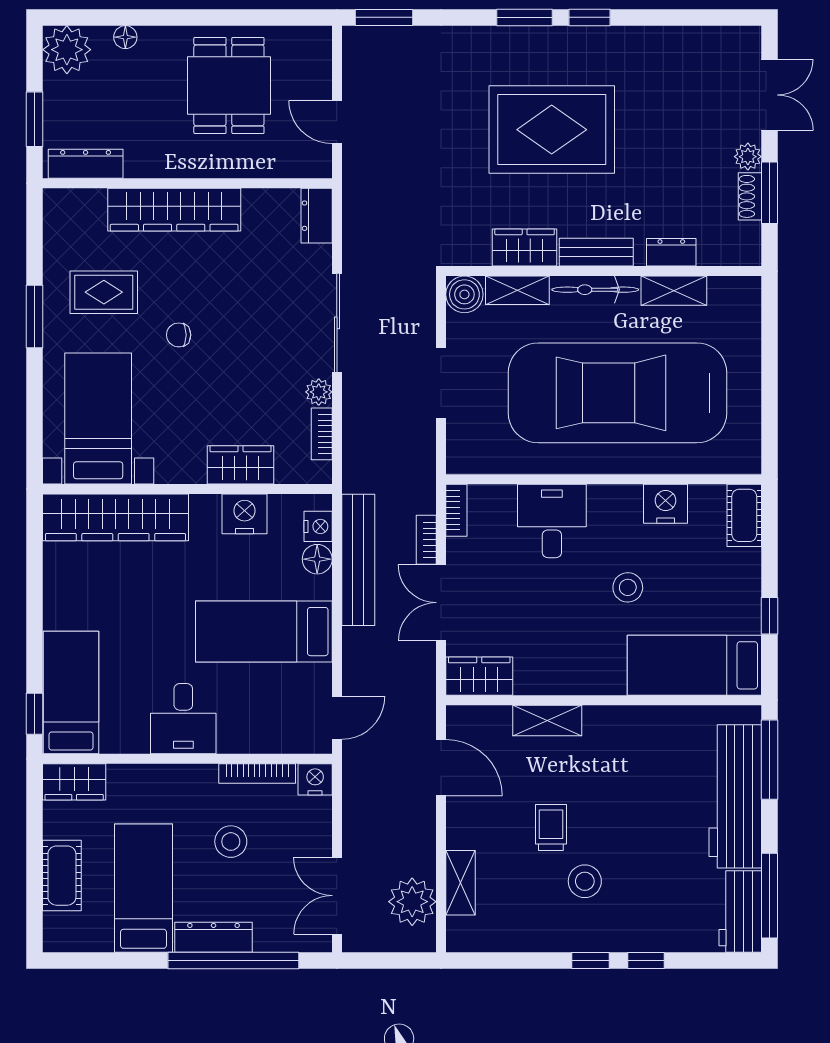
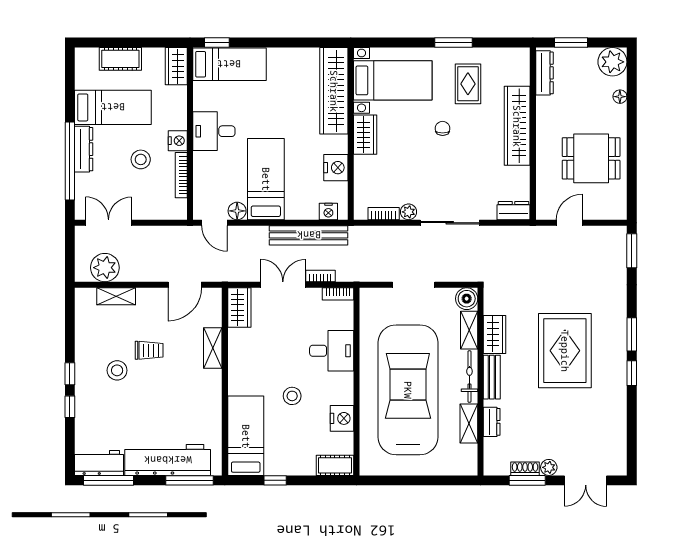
wardrobe: (241, 465) -> (365, 135), moved
floor lamp: (317, 559) -> (237, 211), moved
nightstand: (315, 779) -> (178, 141), moved

